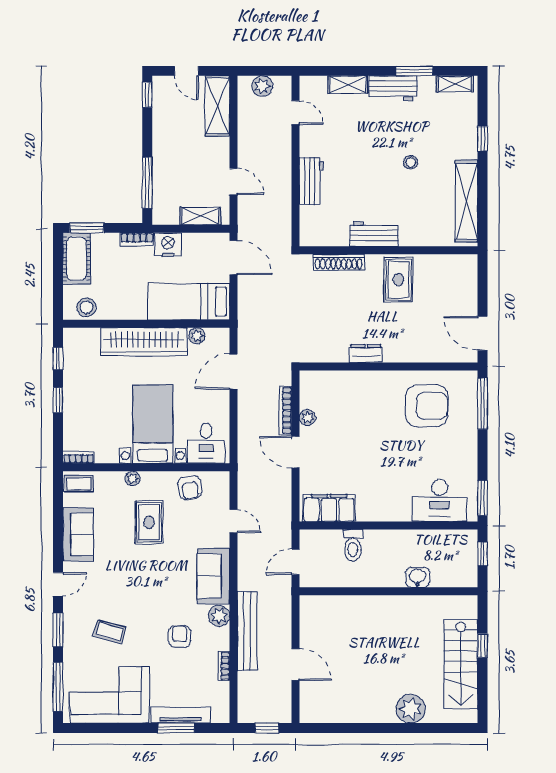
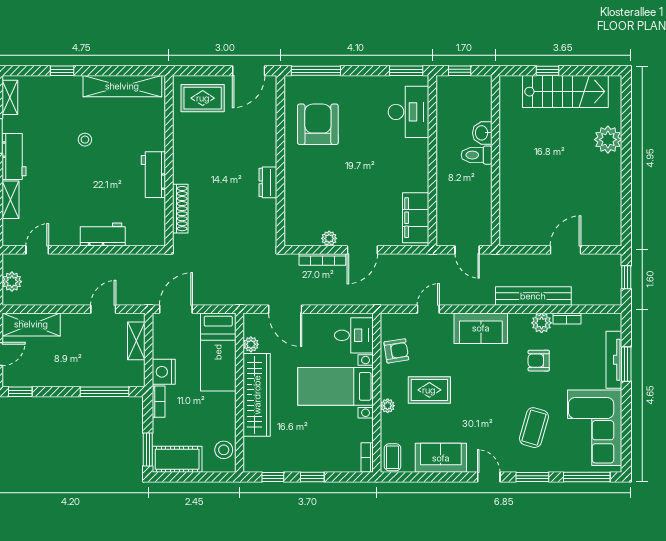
rug: (398, 280) -> (203, 98), moved
toilet: (353, 545) -> (477, 155), moved, turned 180
plant: (219, 616) -> (542, 323), moved
coffee table: (110, 632) -> (534, 428), width x1.36, depth x1.30

